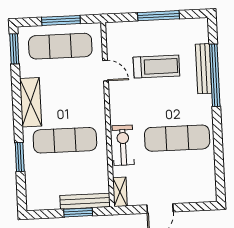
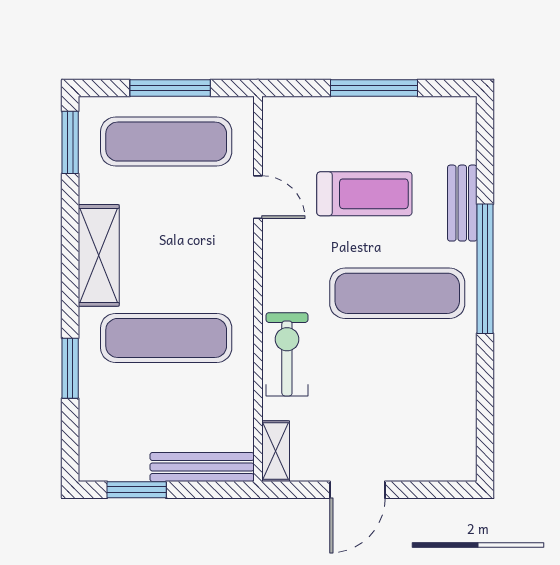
bench: (204, 69) -> (462, 203), width x0.73
window: (215, 75) -> (485, 269), moved
exercise mat: (177, 138) -> (397, 293), moved
window: (78, 212) -> (137, 490), moved

